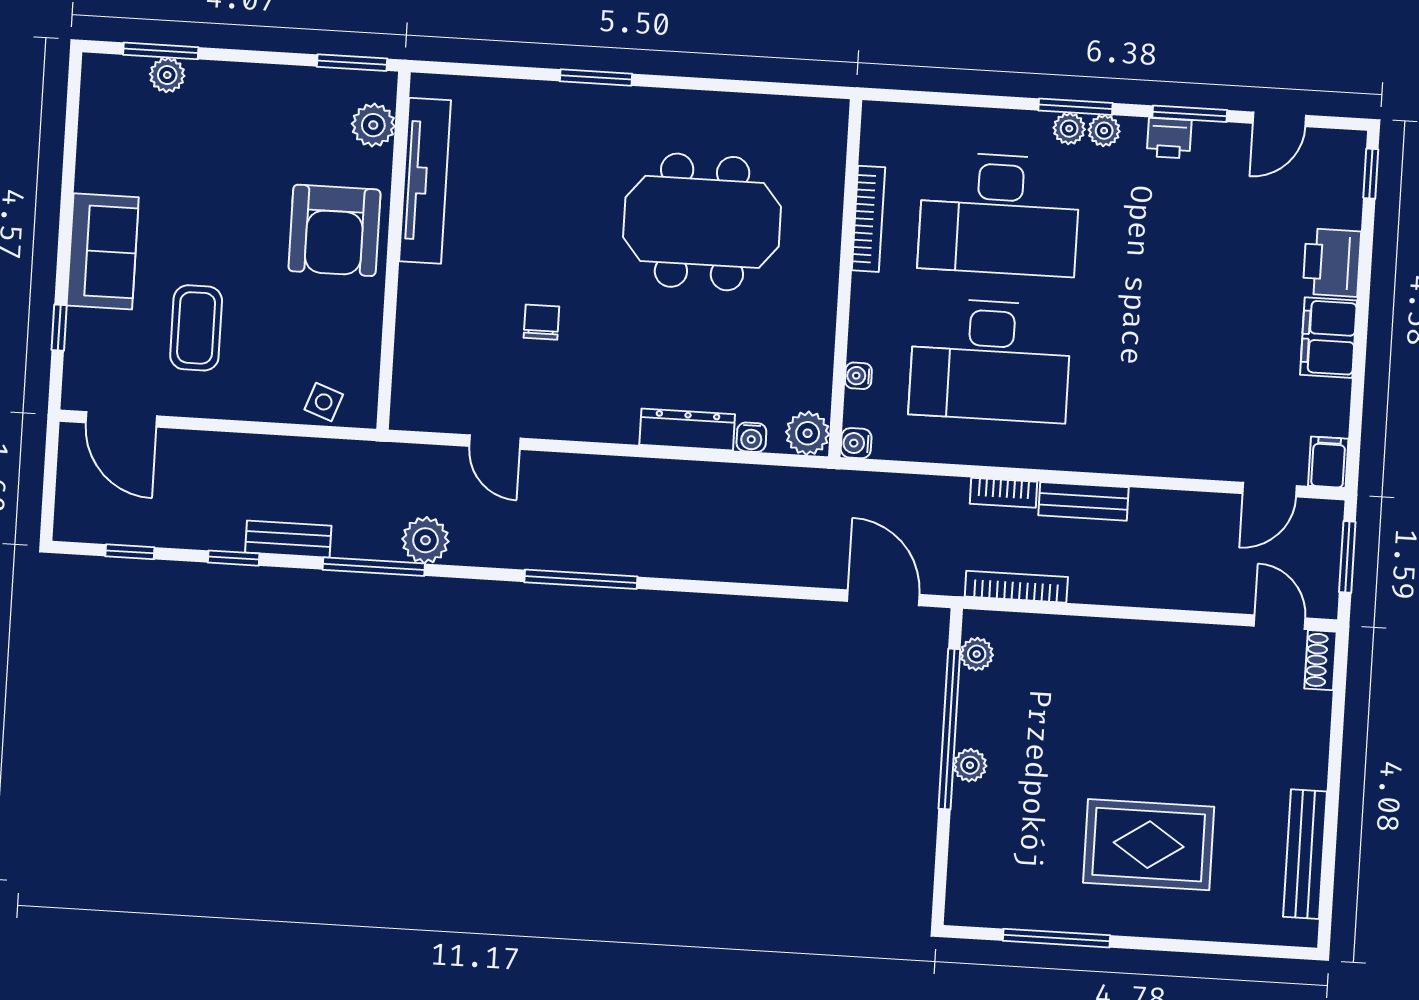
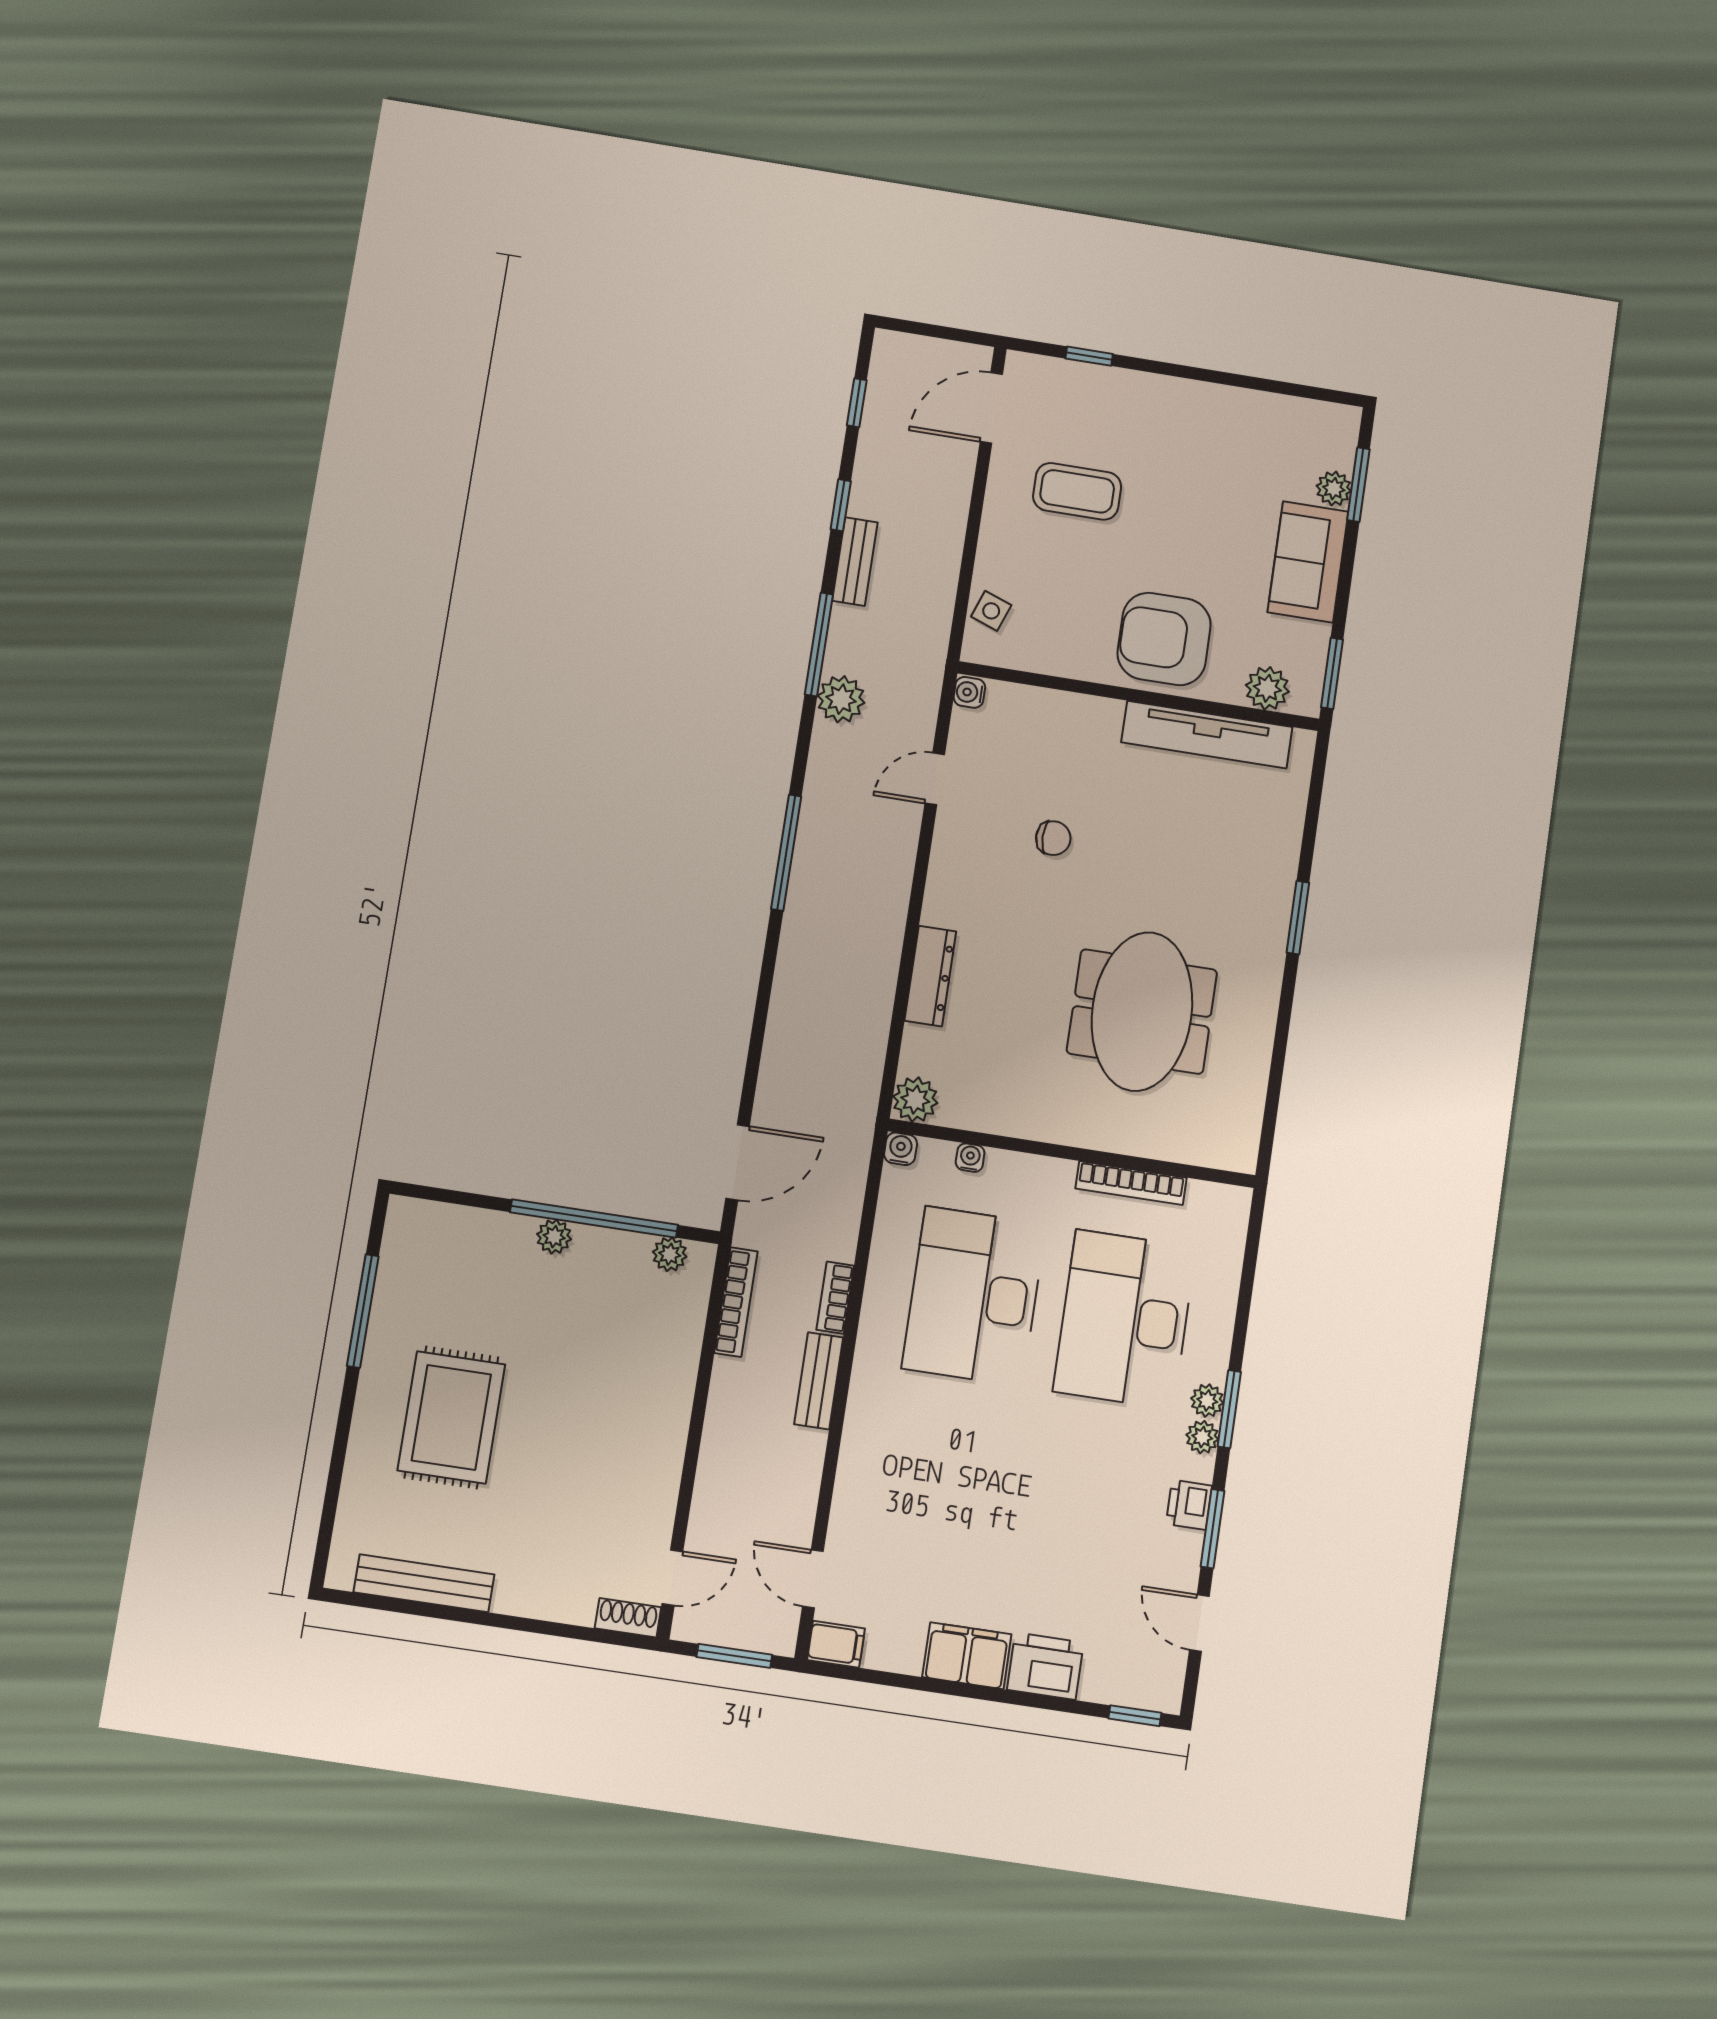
sofa: (103, 251) -> (1308, 562), moved, turned 90
water cooler: (751, 437) -> (969, 692), moved

